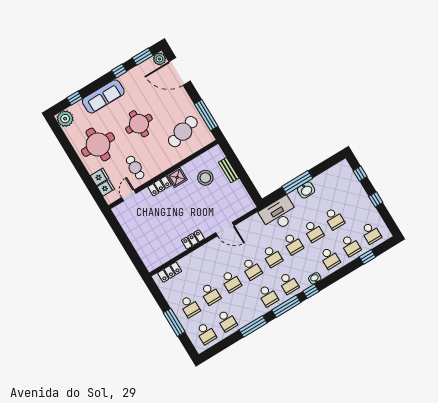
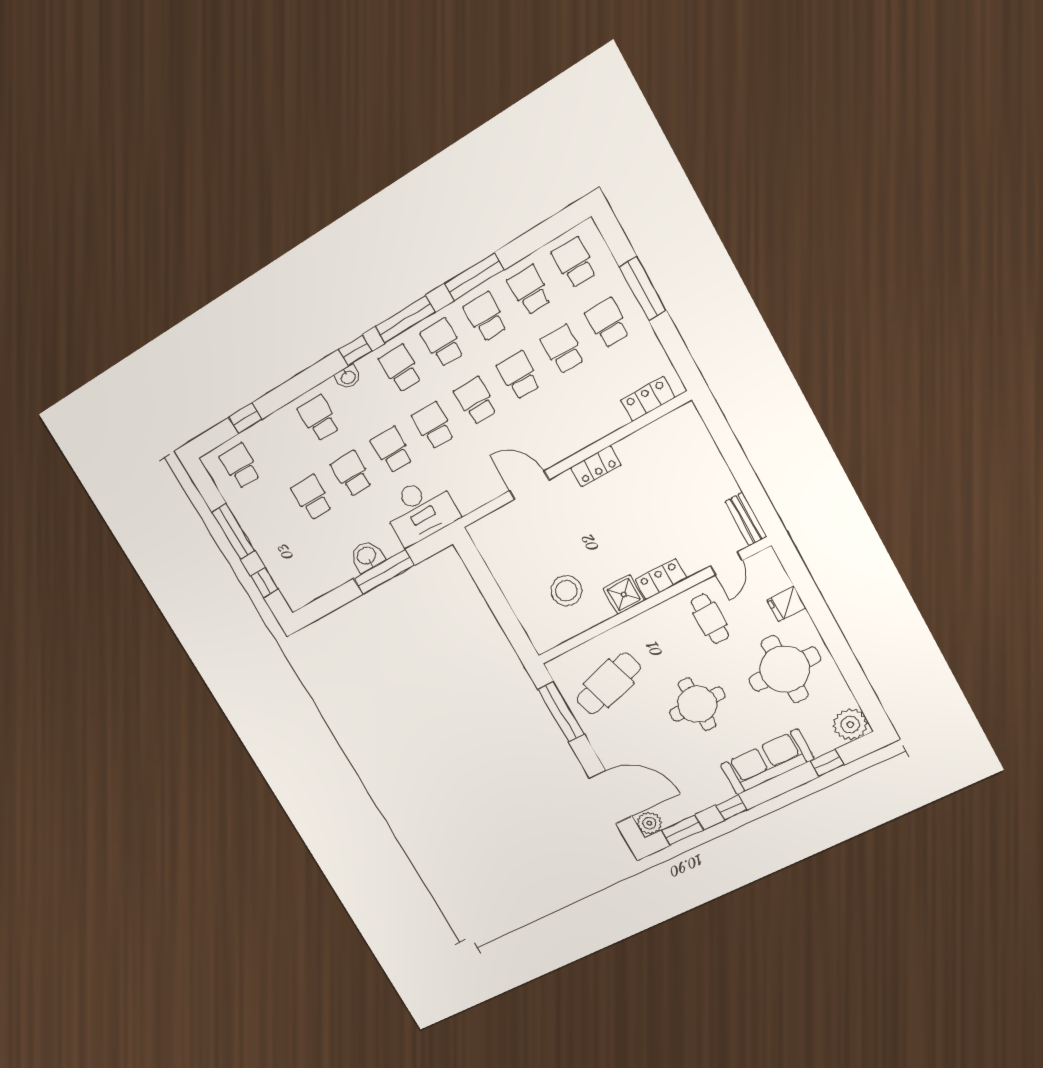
bench: (229, 170) -> (746, 519), moved
fridge: (106, 188) -> (775, 581), removed
window: (376, 199) -> (233, 531), width x2.17
school desk: (350, 246) -> (486, 317), moved

